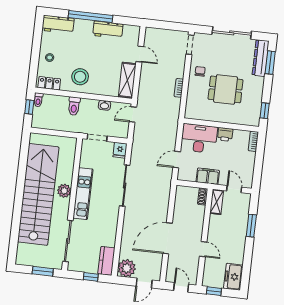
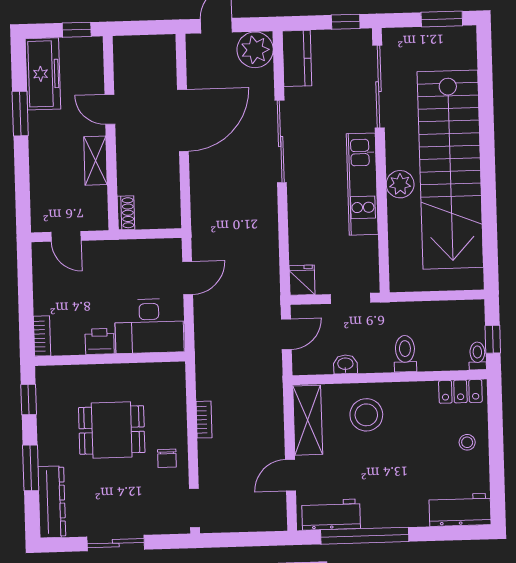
window: (90, 17) -> (365, 536), moved
workbench: (108, 30) -> (331, 515), moved
sliding door: (232, 33) -> (116, 543), width x0.73
door: (140, 54) -> (291, 475), hinge flipped
window: (270, 63) -> (31, 468), moved
stool: (80, 77) -> (366, 415), moved
door: (133, 114) -> (286, 334), moved
filing cabinet: (208, 176) -> (122, 254), removed
sliding door: (125, 185) -> (281, 142), moved
shelving: (217, 202) -> (95, 161), moved
window: (251, 226) -> (20, 114), moved
window: (43, 271) -> (442, 19), moved
window: (91, 277) -> (346, 22), moved
freezer: (233, 277) -> (43, 74), width x1.40
door: (181, 287) -> (142, 28), removed

